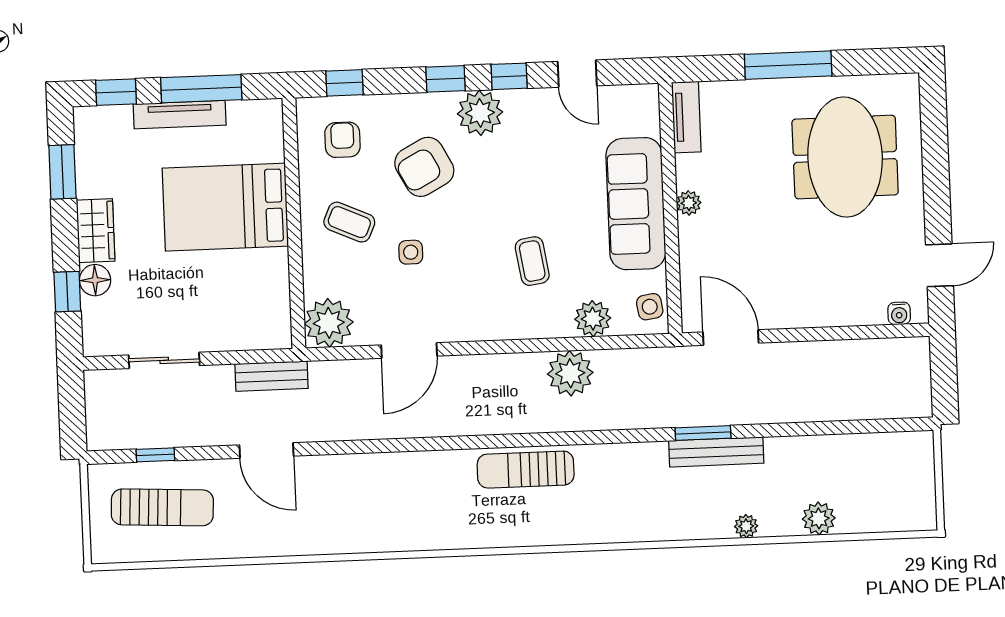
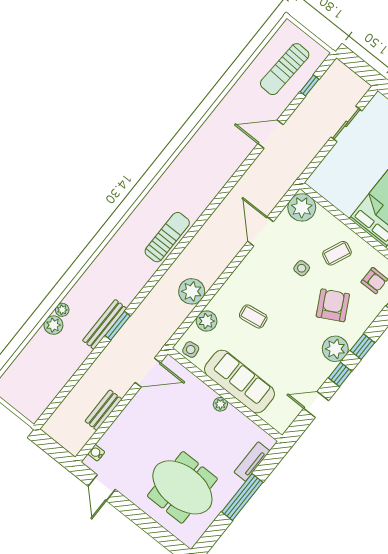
tv unit: (686, 117) -> (252, 462), moved, turned 90
bench: (272, 376) -> (103, 410), moved
plant: (819, 518) -> (53, 325), moved

